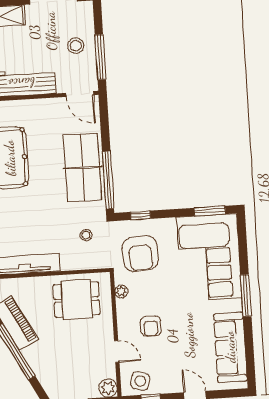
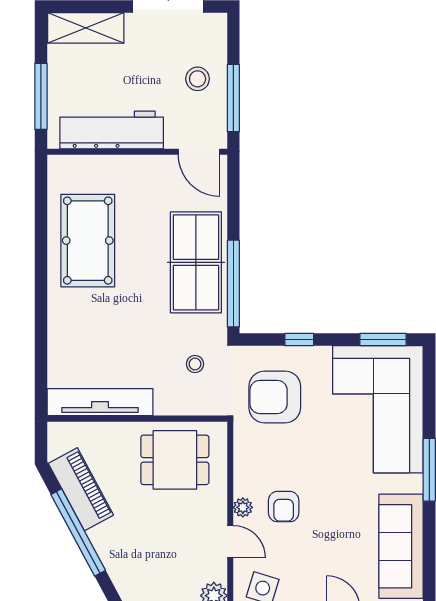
window: (140, 215) -> (299, 340), moved
armchair: (140, 254) -> (275, 397), turned 94
plant: (121, 292) -> (243, 507), moved

